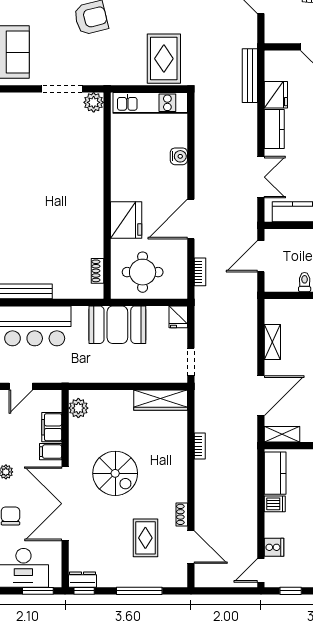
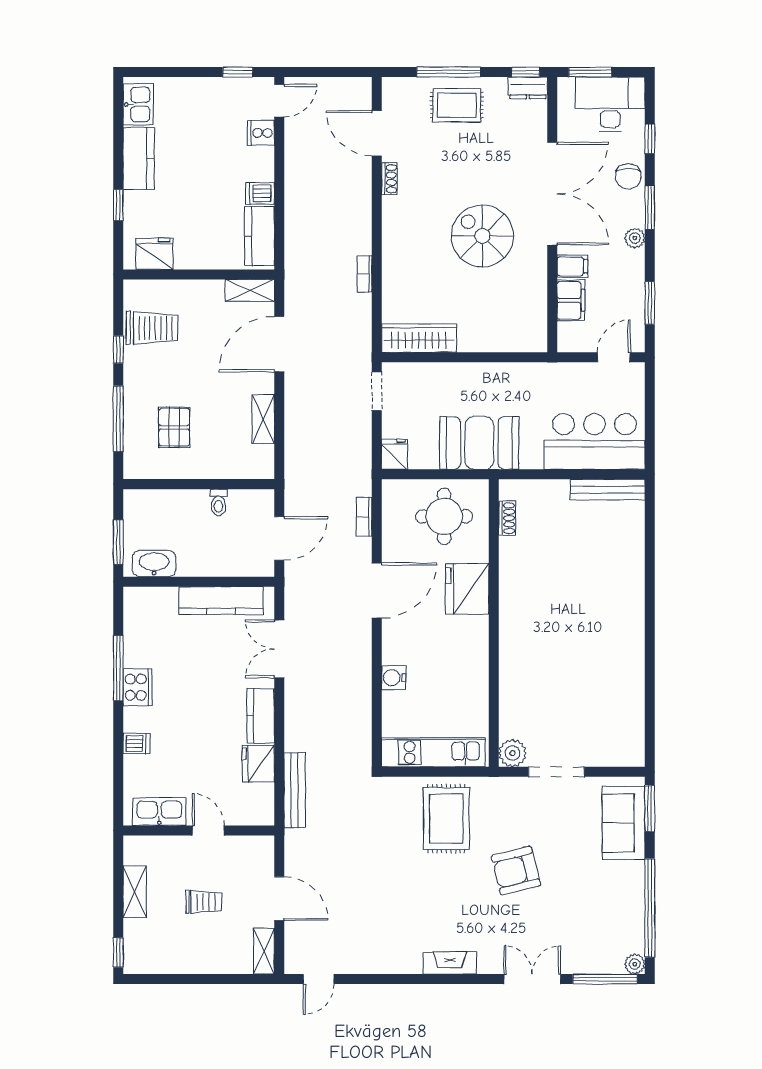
rug: (164, 59) -> (446, 819), moved
plant: (78, 408) -> (534, 327), removed
rug: (145, 538) -> (457, 105), moved, turned 90

